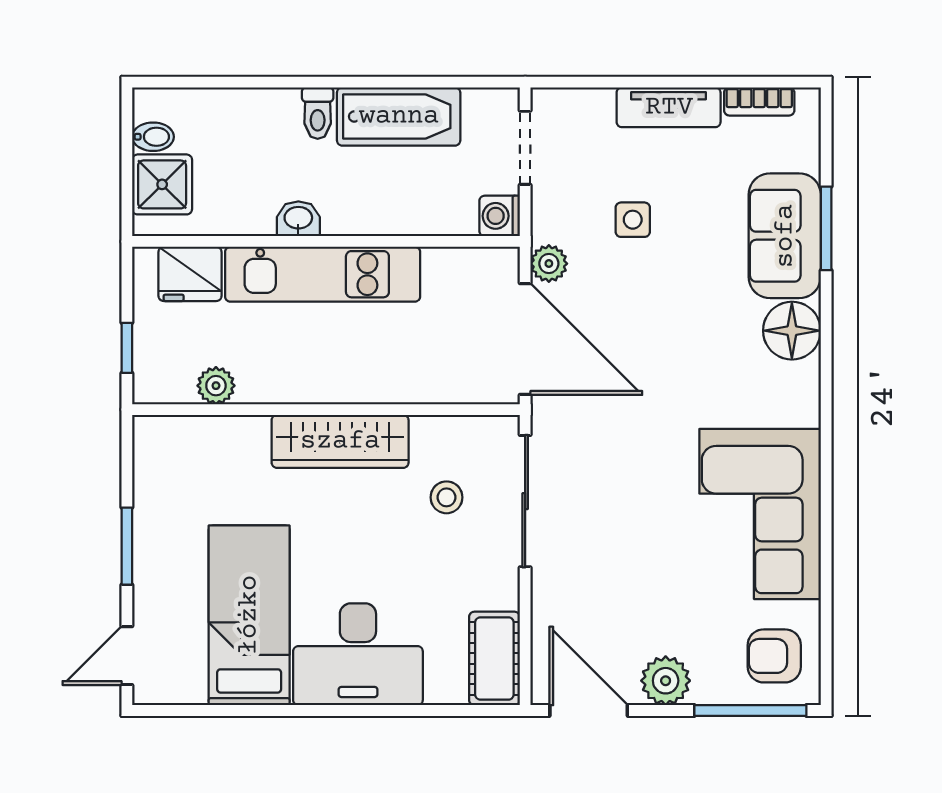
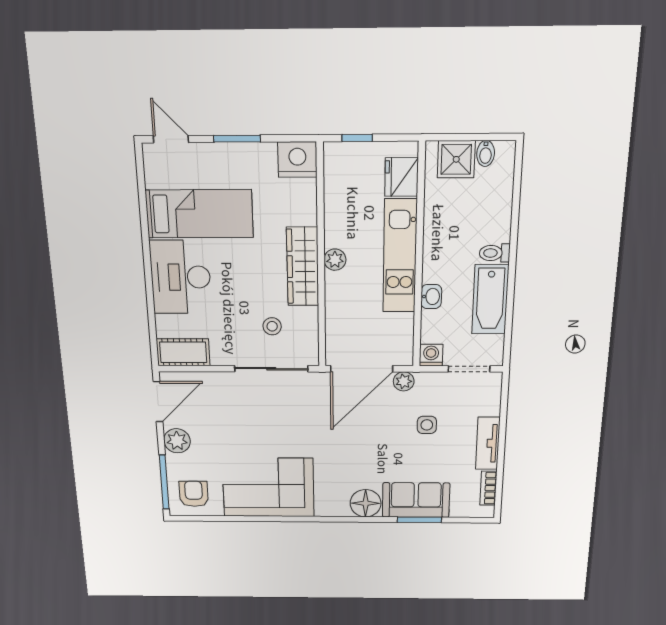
washbasin: (298, 219) -> (431, 297), moved
plant: (216, 386) -> (335, 260), moved
nightstand: (161, 447) -> (297, 160), added

